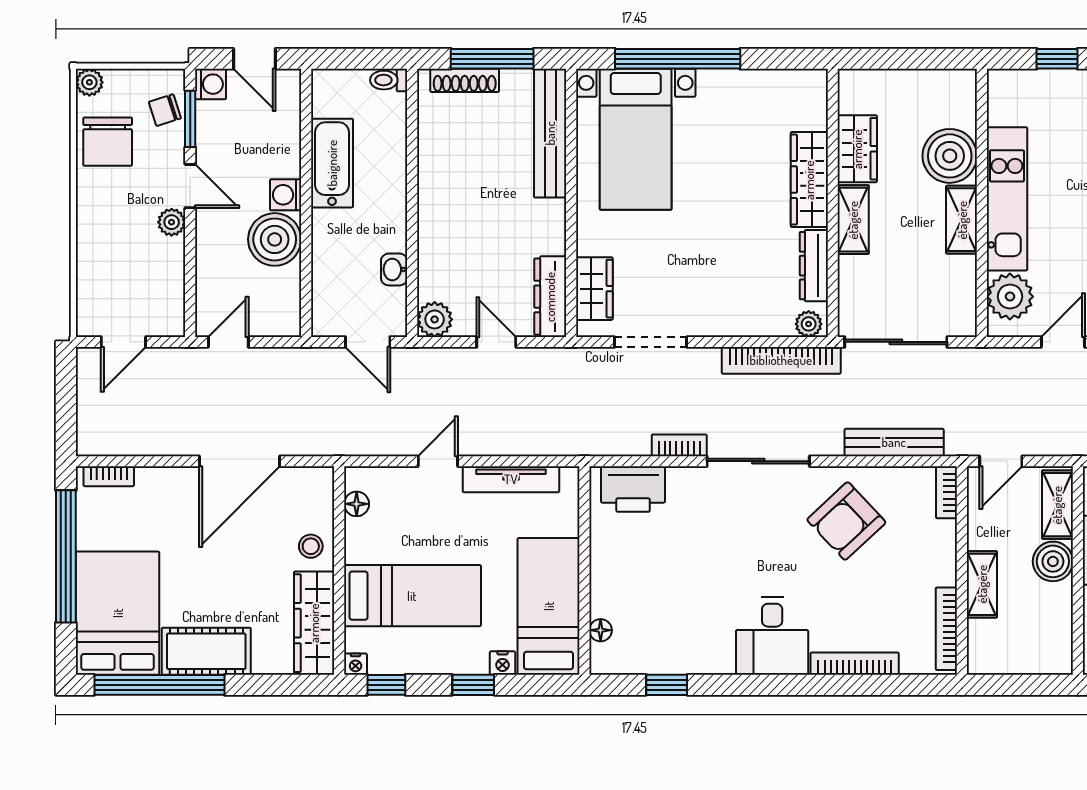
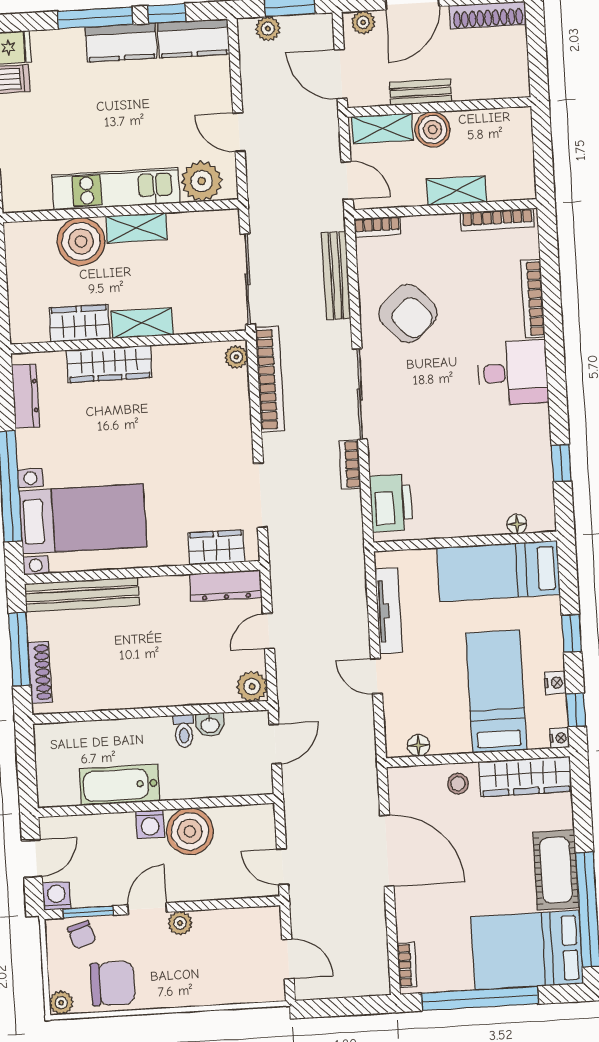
toilet: (389, 80) -> (184, 731), moved
dresser: (814, 266) -> (26, 396), moved, turned -90
nightstand: (503, 663) -> (555, 683), moved

